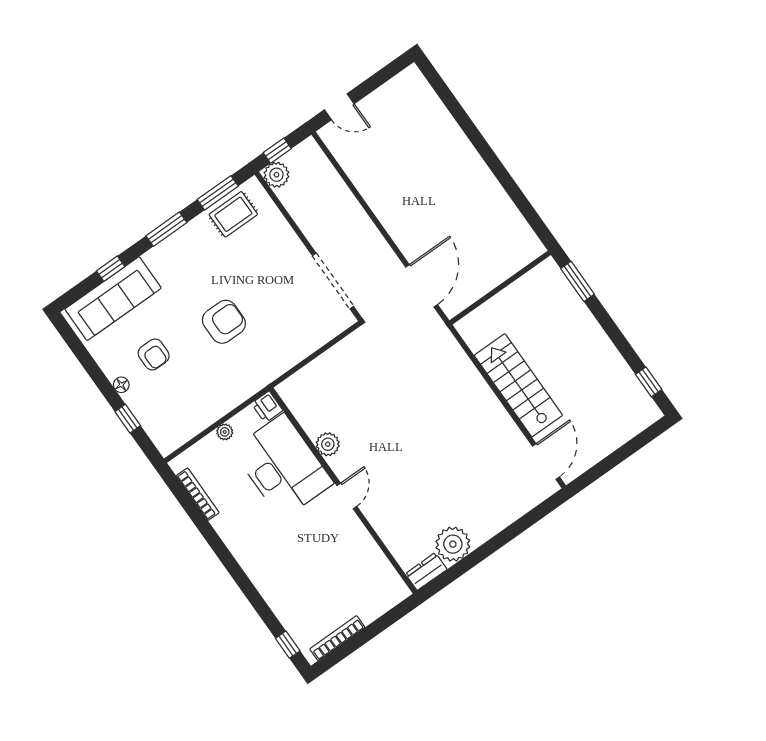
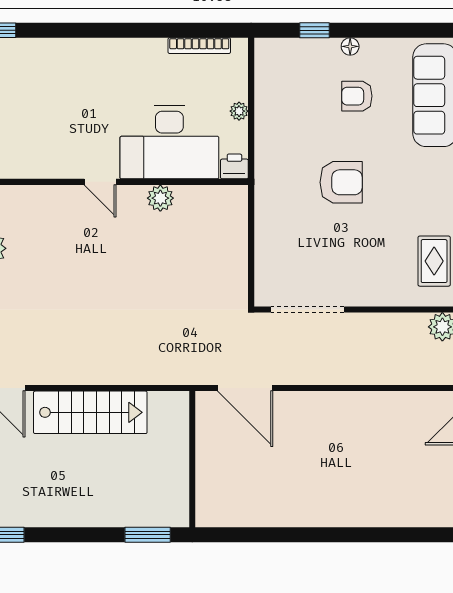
armchair: (224, 322) -> (341, 182), turned -90

